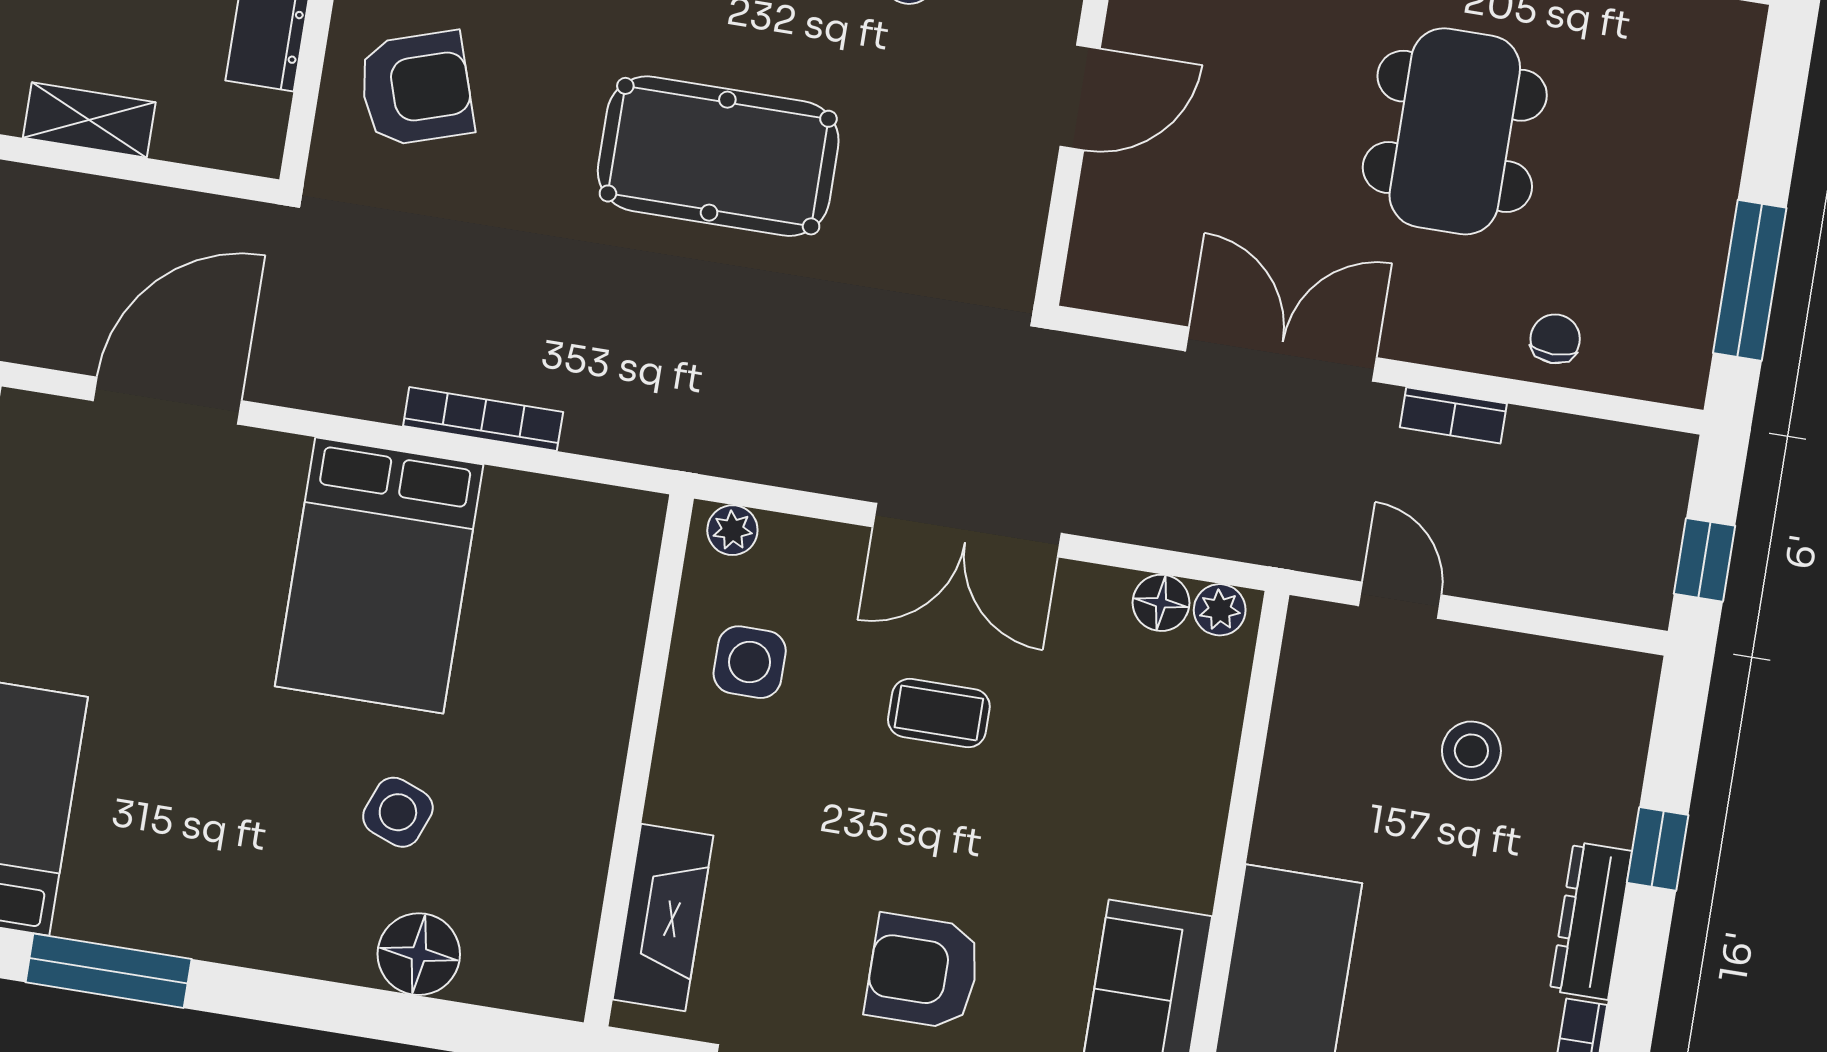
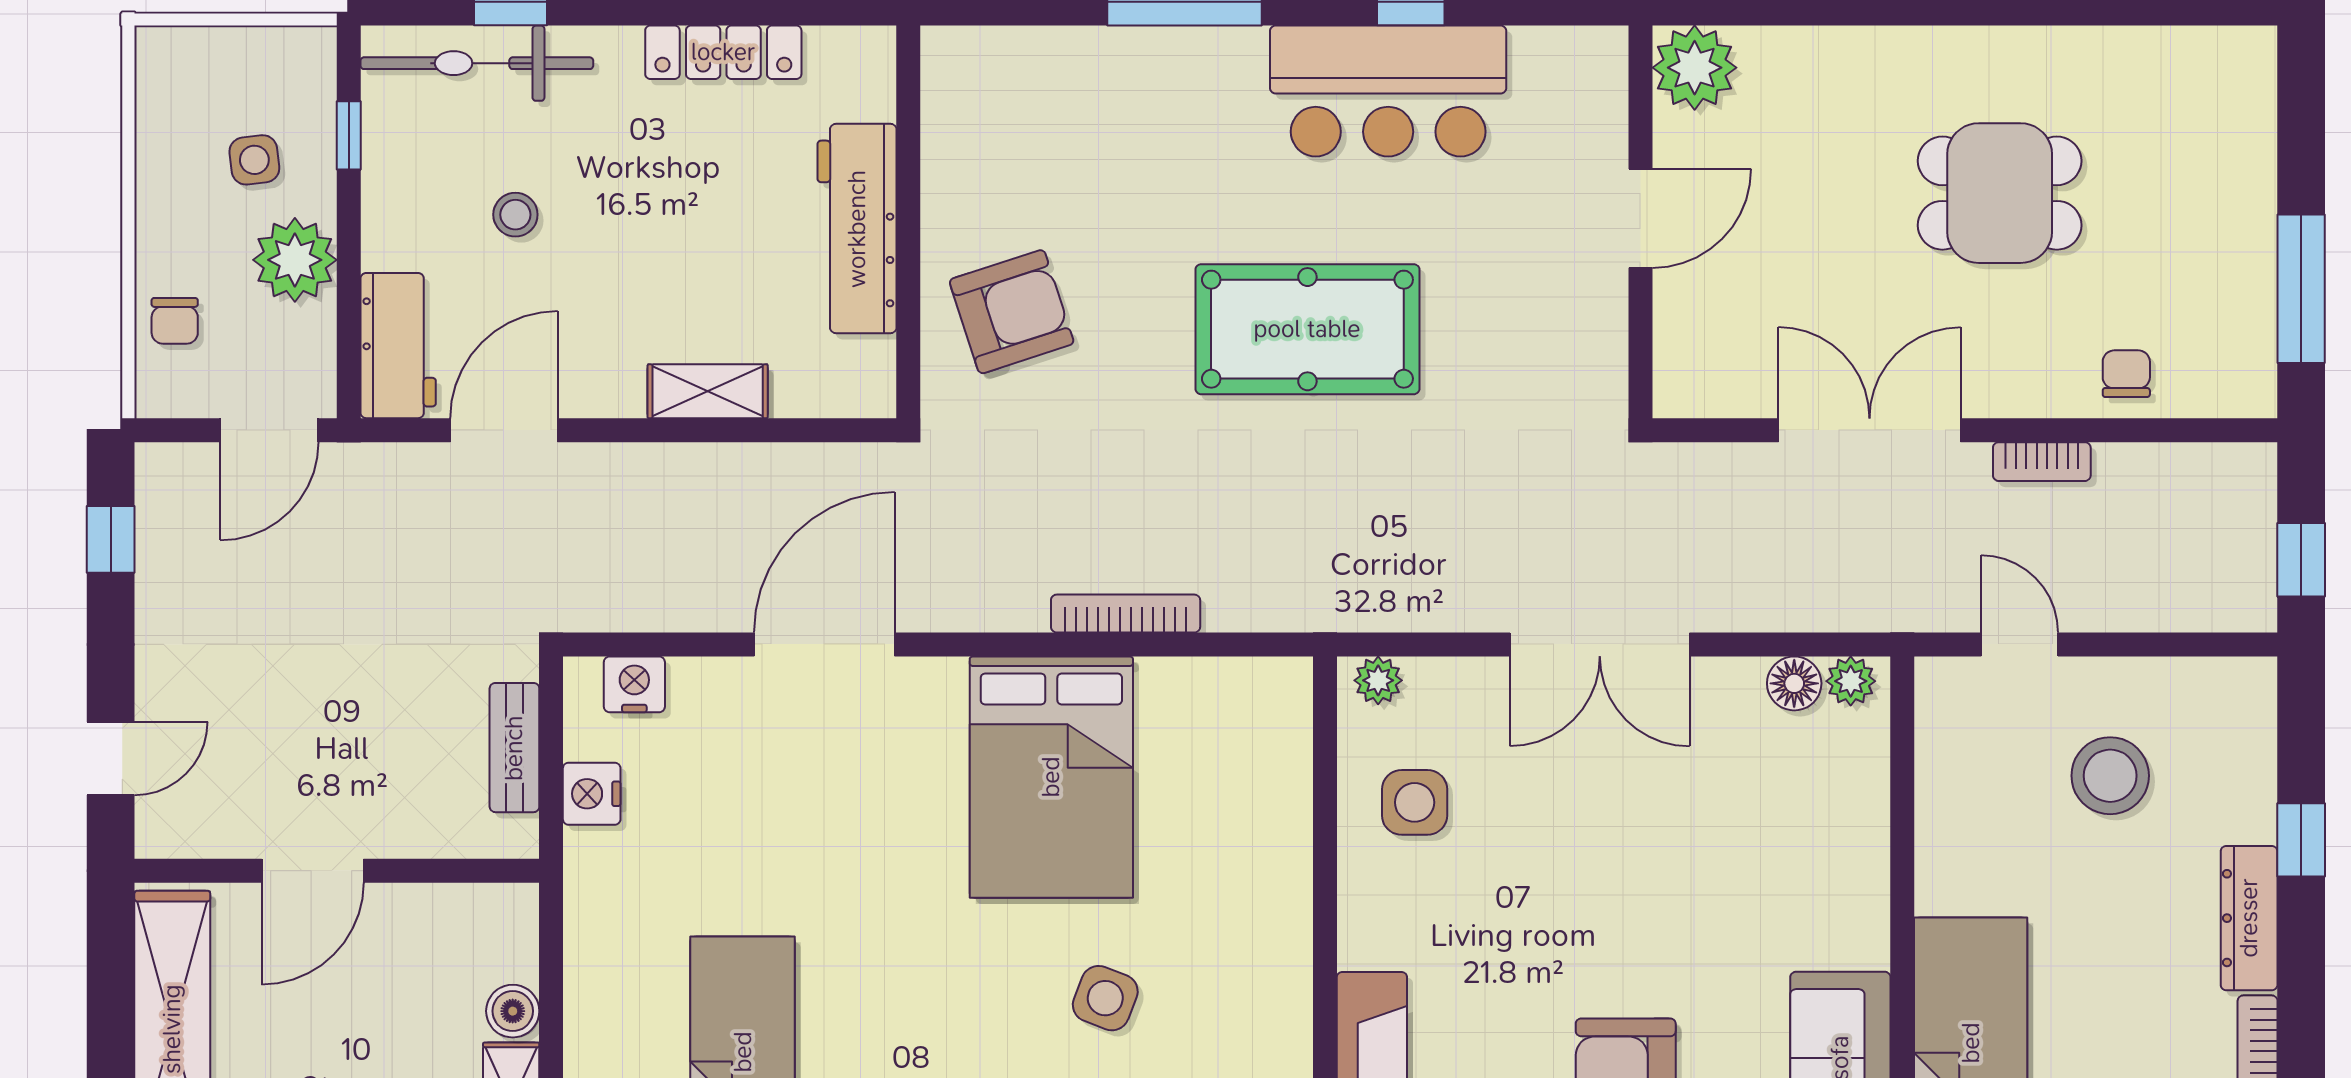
dining table: (1455, 131) -> (2000, 193), width x0.73
coffee table: (939, 713) -> (1601, 822), removed
stool: (1471, 751) -> (2110, 776), width x1.38, depth x1.38

